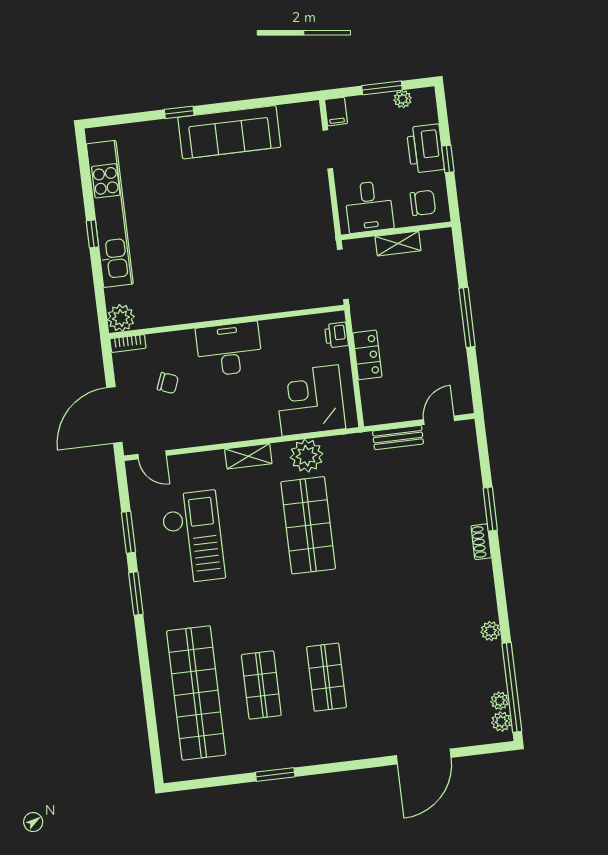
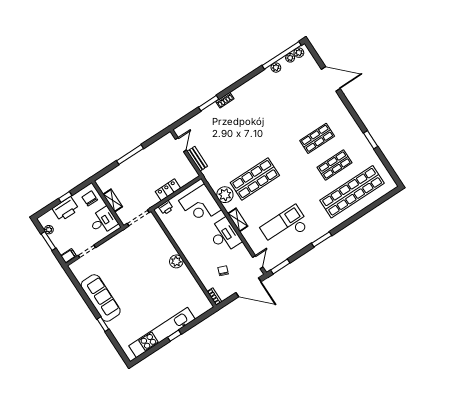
plant: (121, 318) -> (176, 261), moved
desk: (229, 349) -> (224, 235), moved, turned 180
door: (439, 420) -> (181, 145), swing flipped
window: (129, 532) -> (280, 267), moved
plant: (490, 631) -> (276, 68), moved

